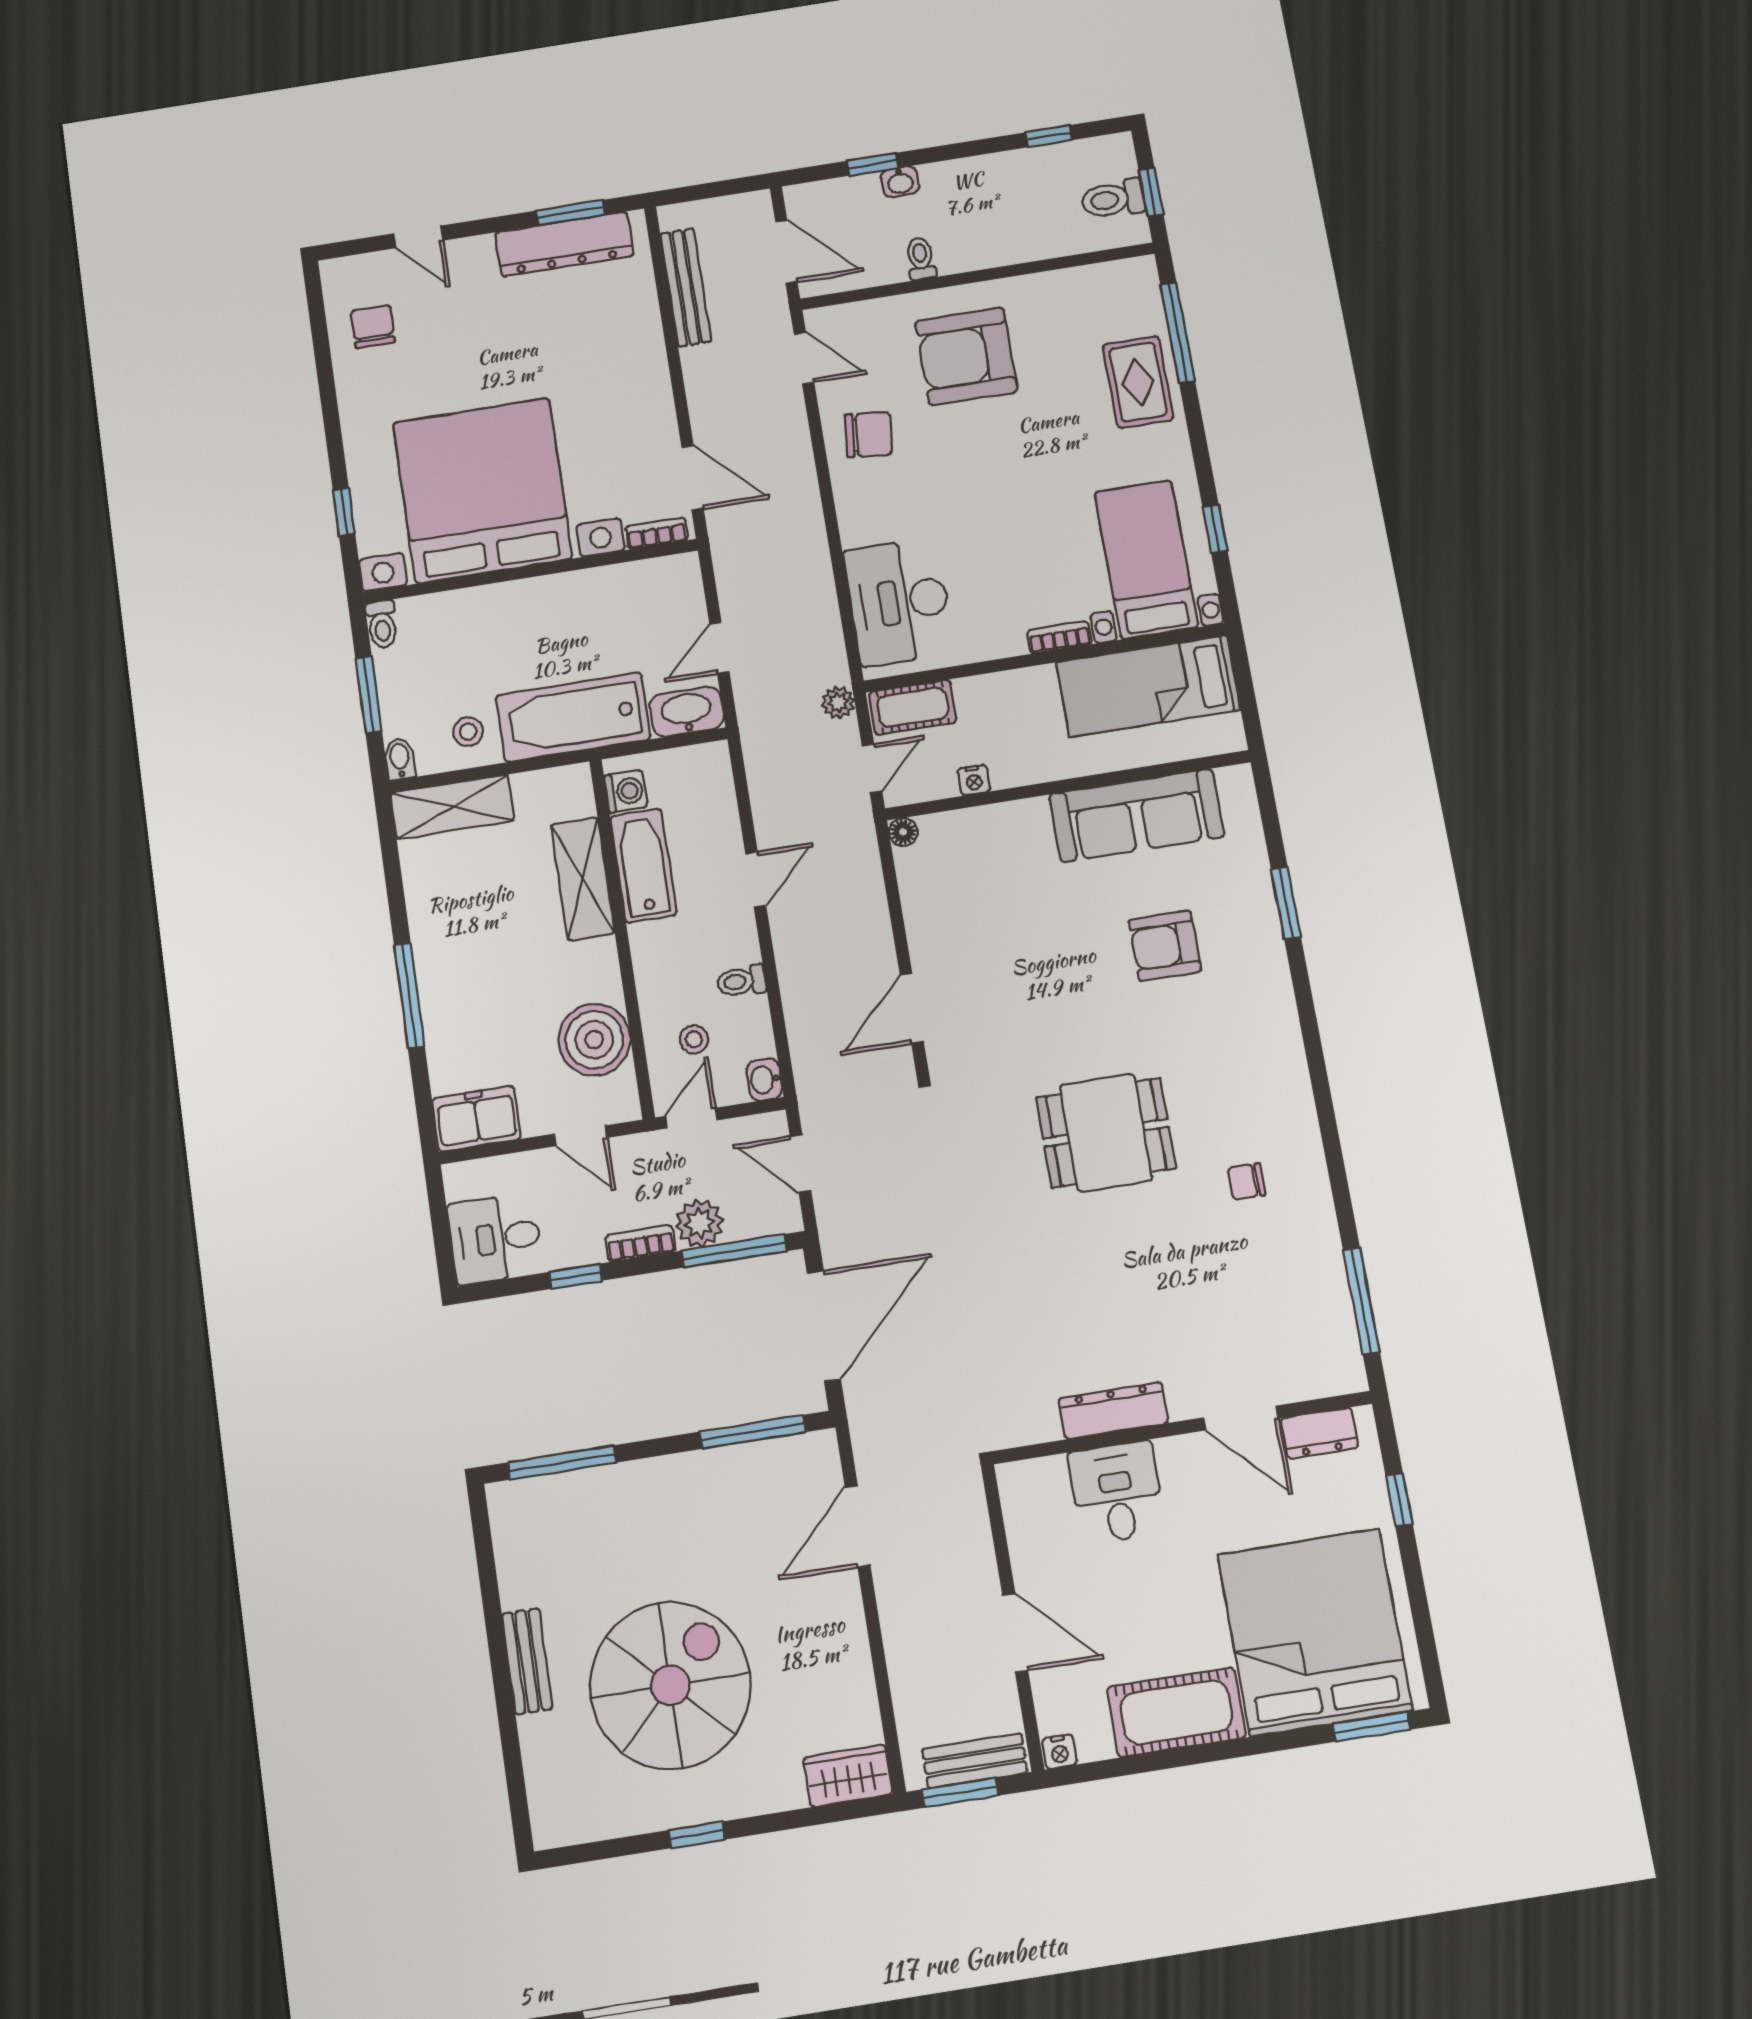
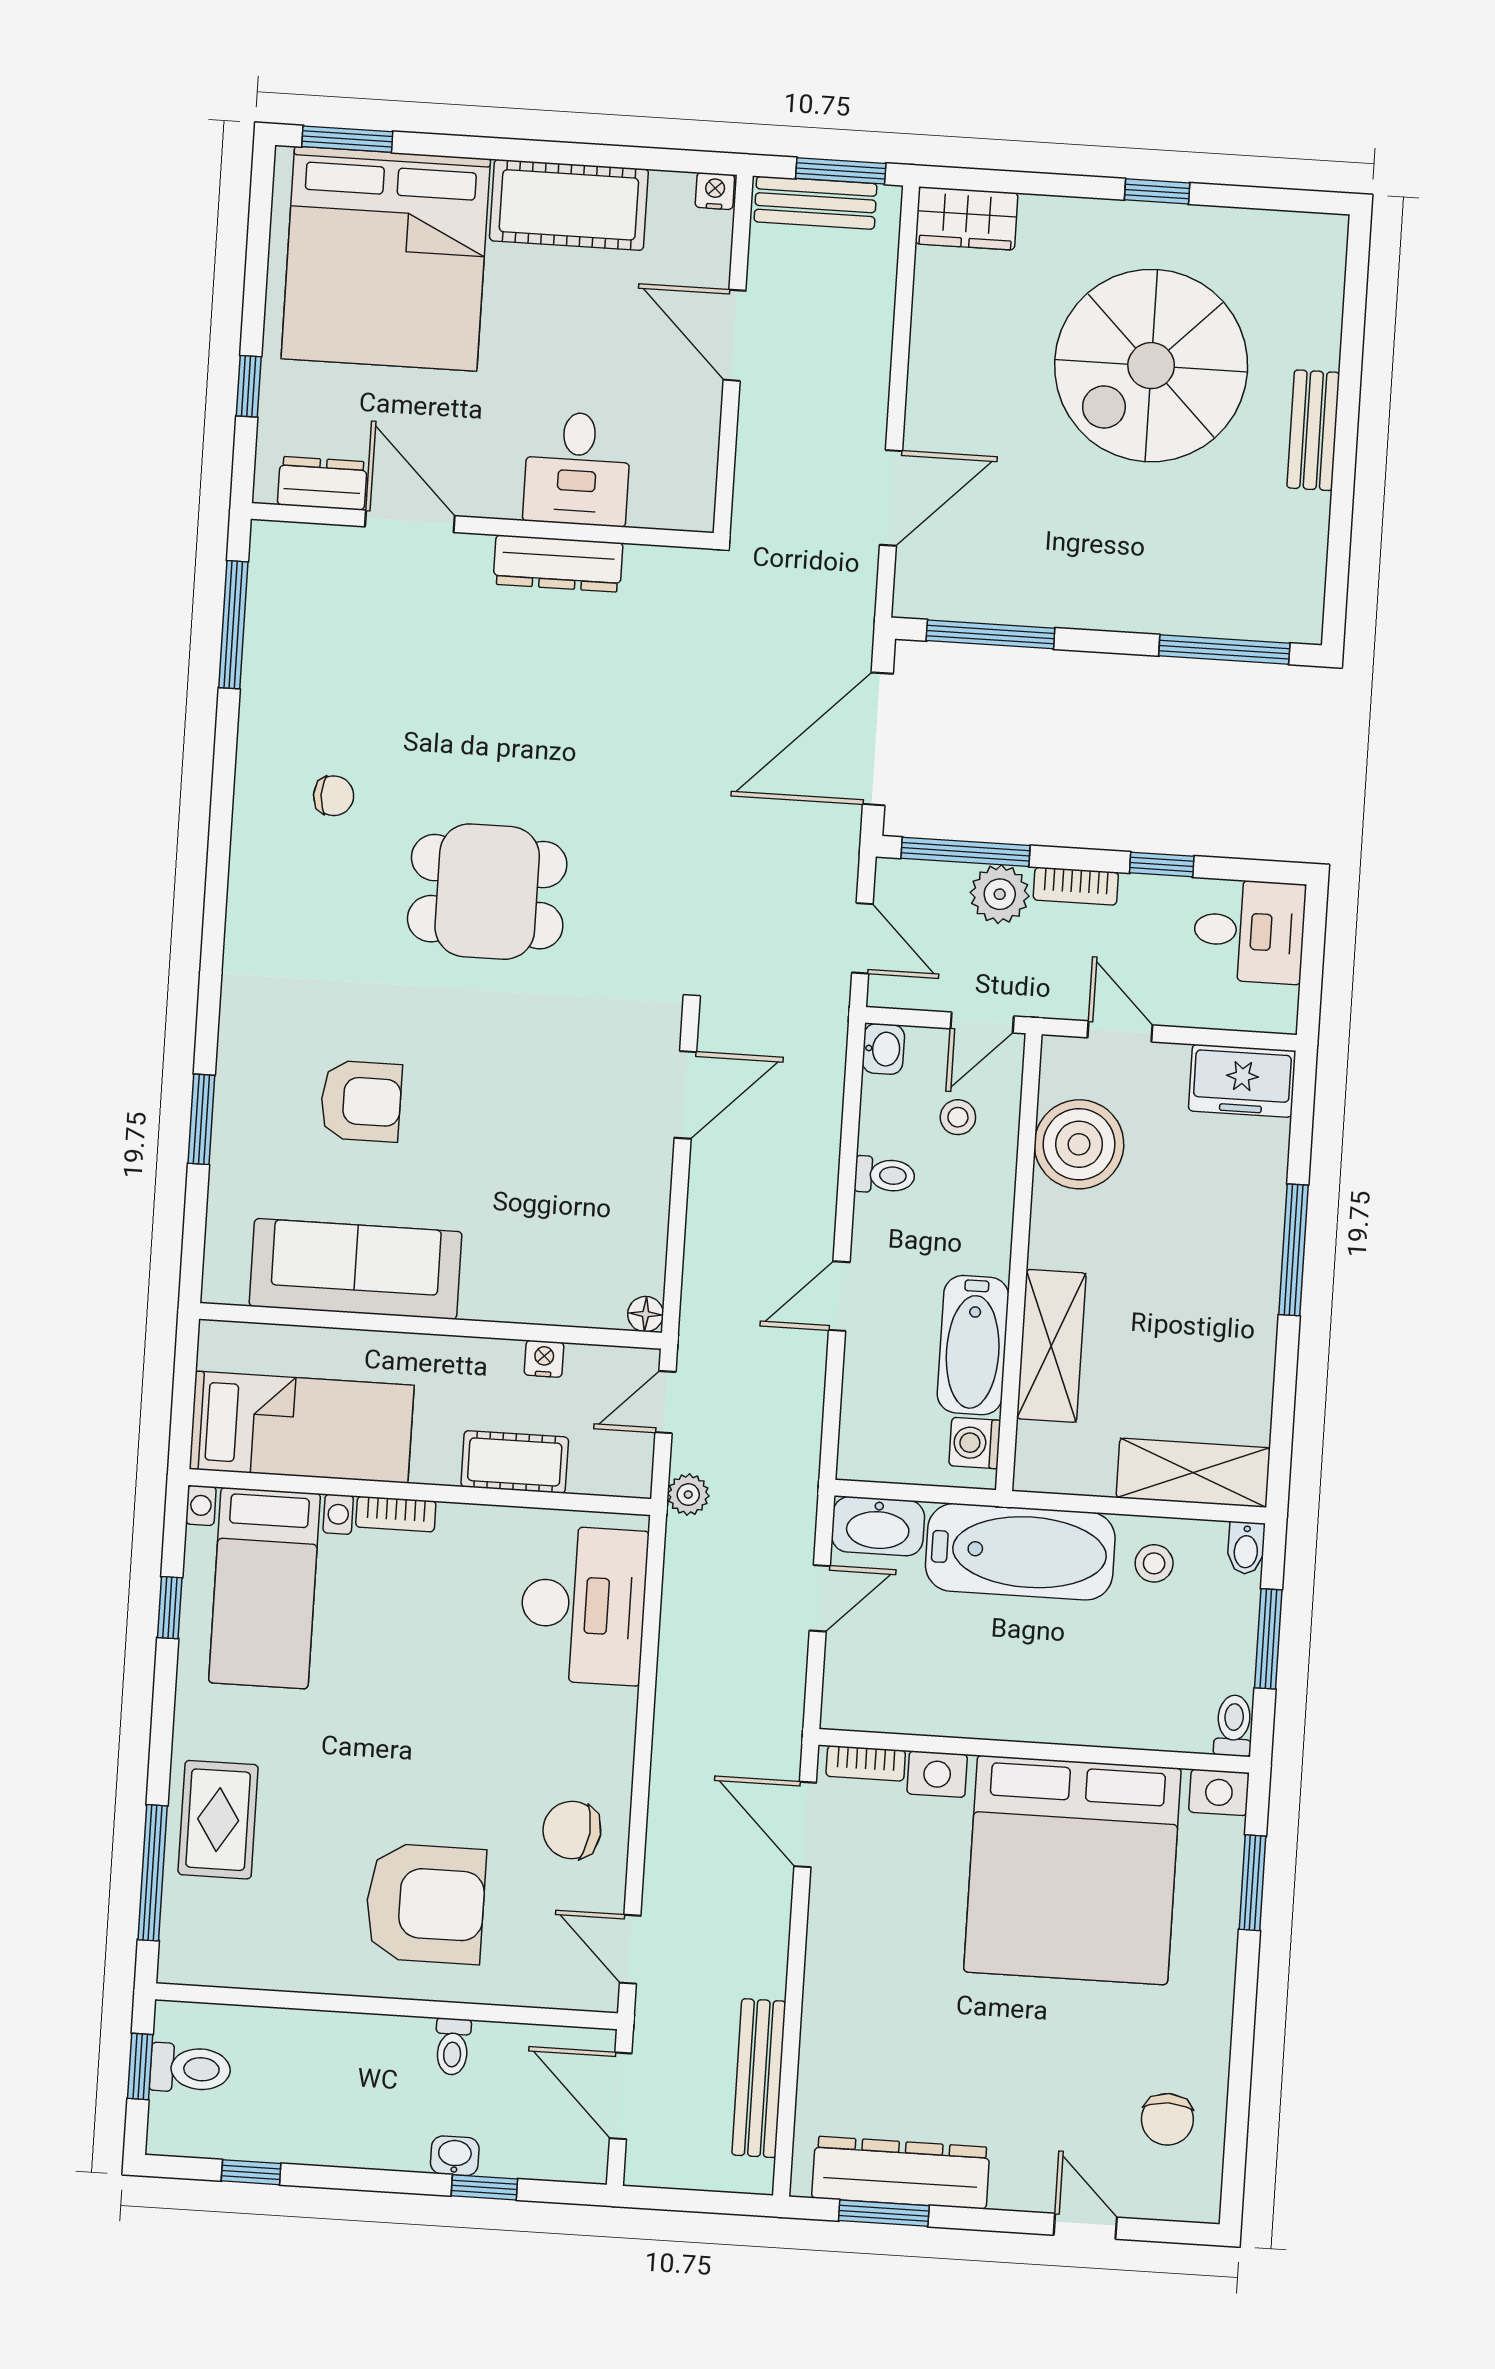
window: (344, 512) -> (1253, 1883), width x1.50
cot: (913, 707) -> (515, 1462), moved

